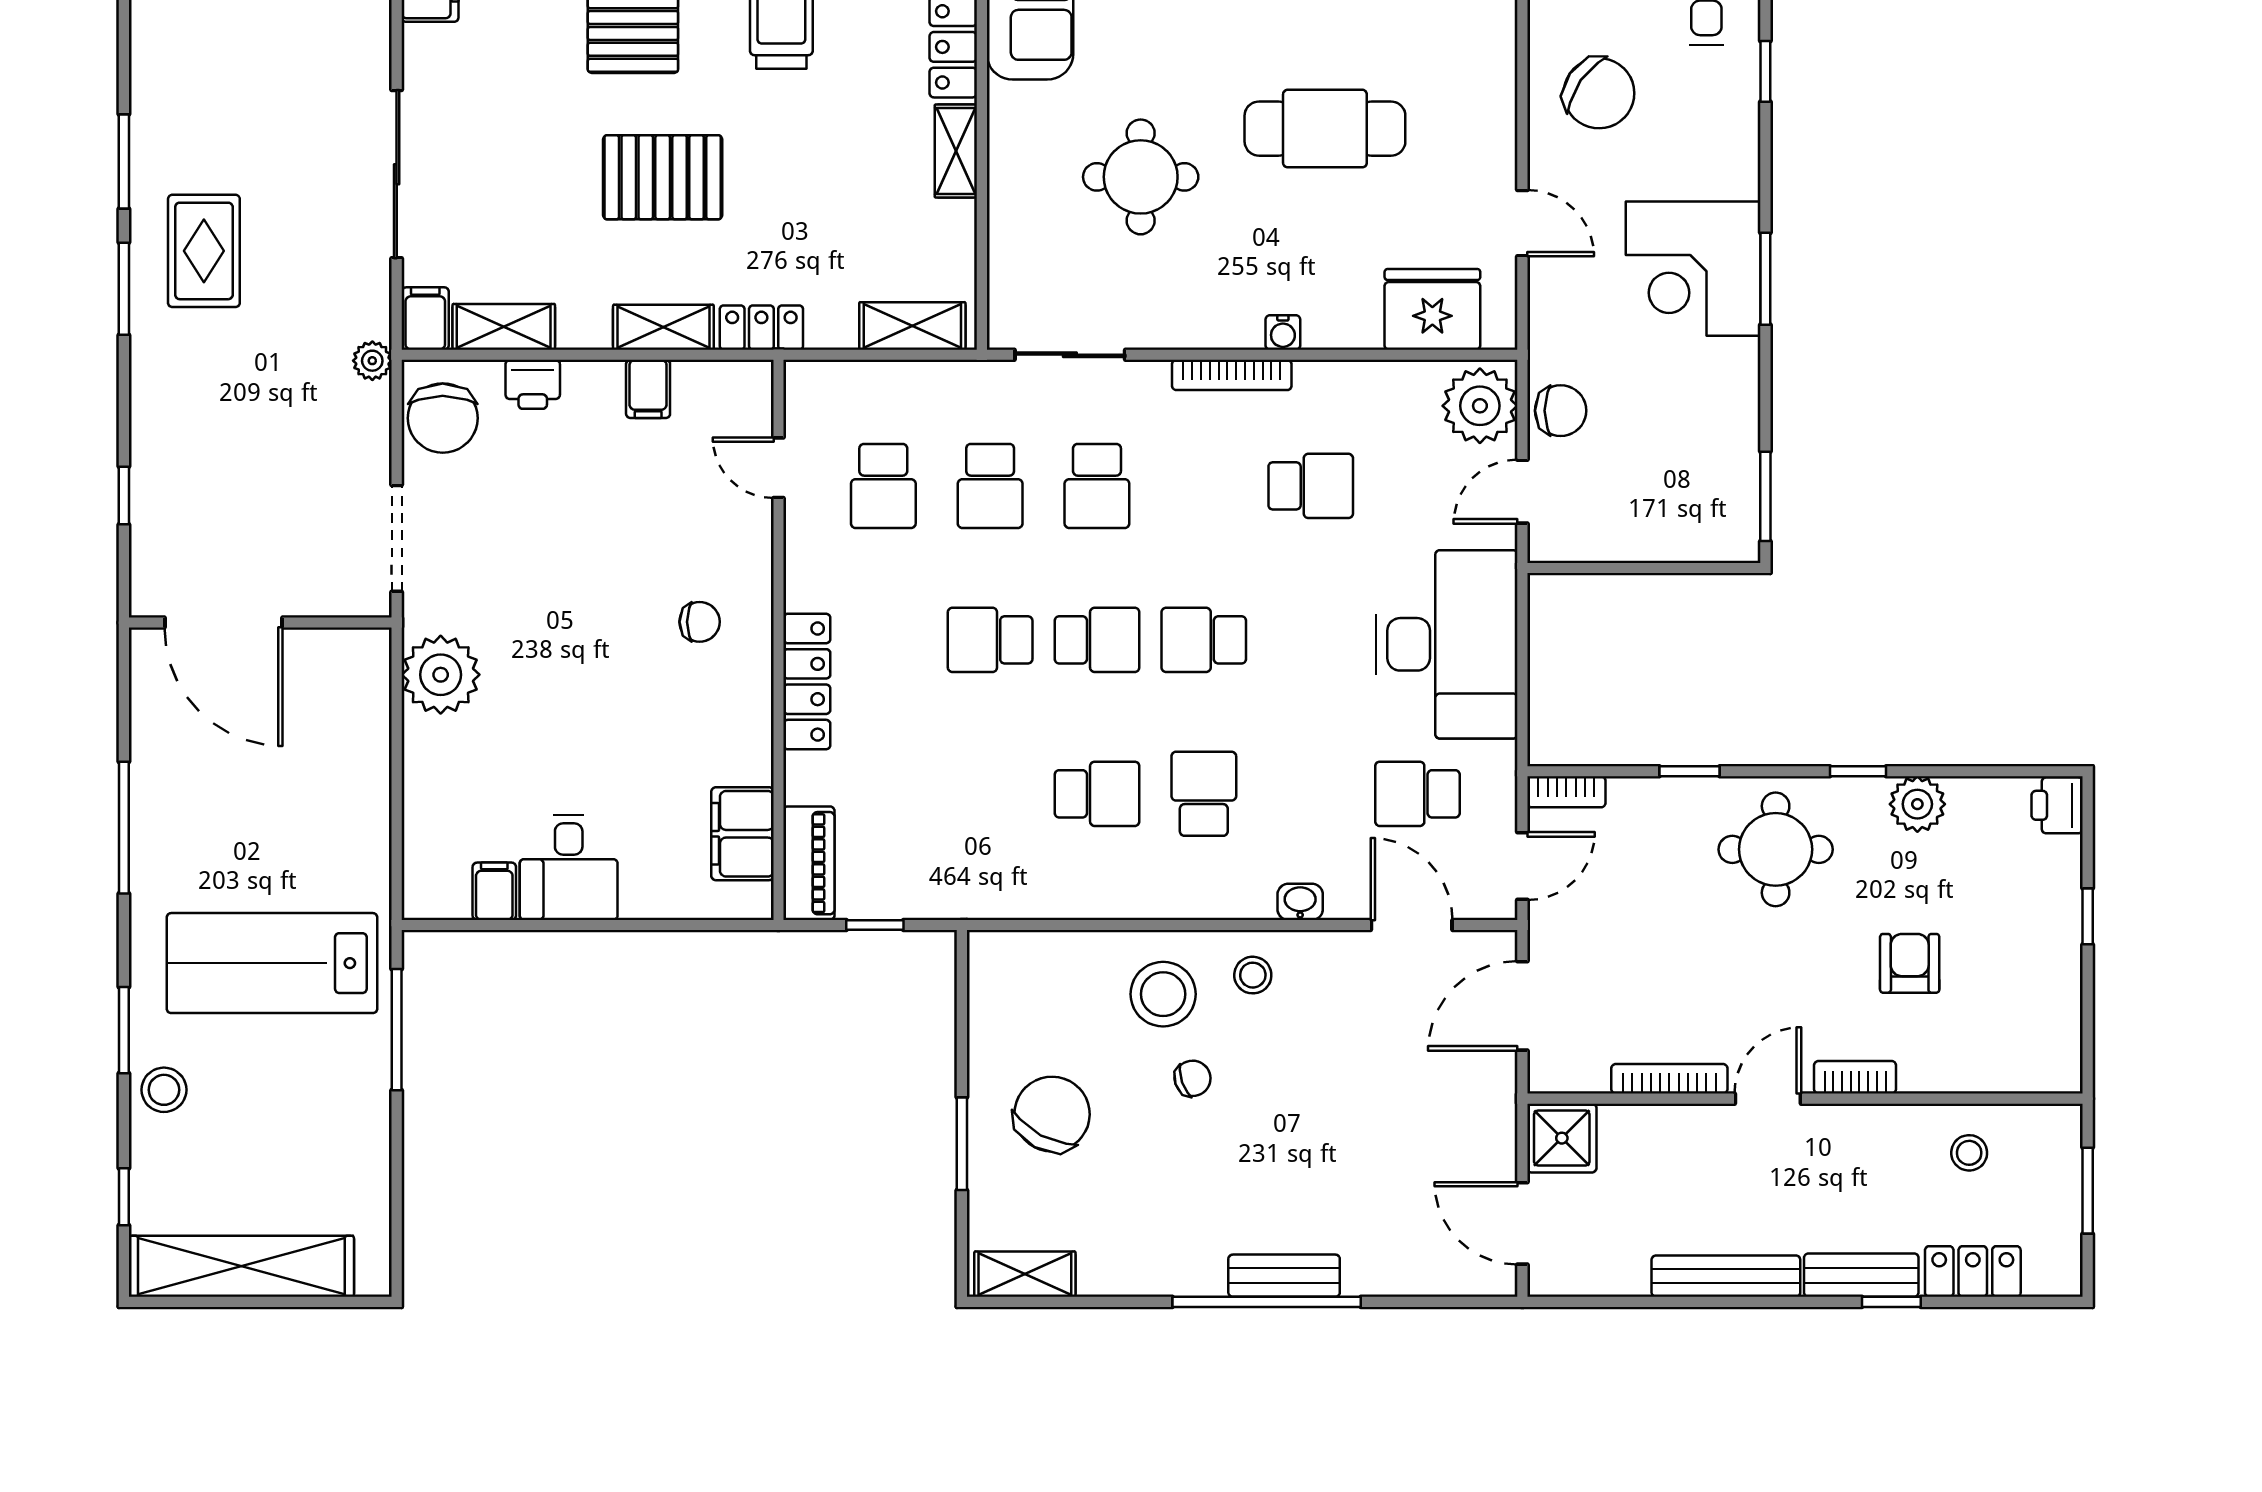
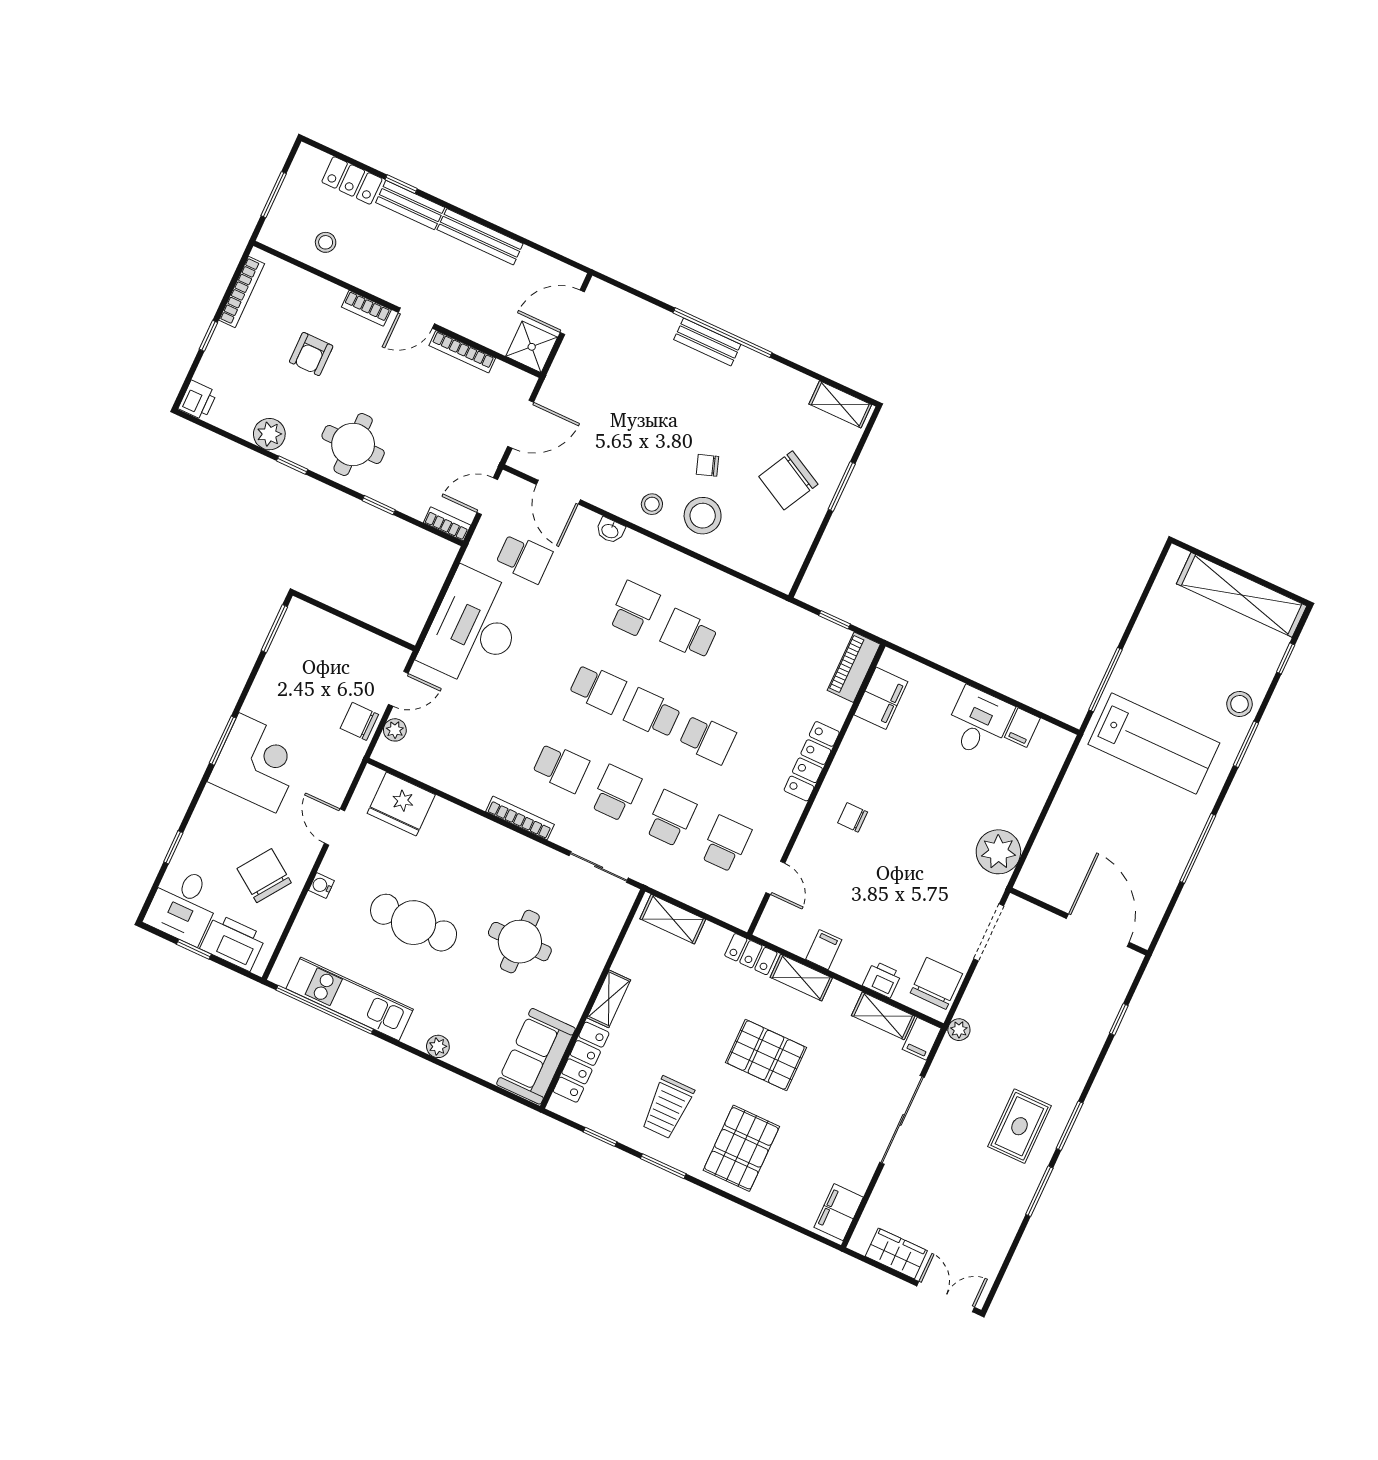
water cooler: (1283, 332) -> (321, 886), moved, turned -90
plant: (1480, 406) -> (395, 730), width x0.53, depth x0.53
school desk: (1311, 486) -> (561, 767), moved, turned 180
school desk: (1204, 794) -> (634, 609), turned 180
bookcase: (2067, 1011) -> (242, 292), added
door: (1522, 1223) -> (572, 312), swing flipped

